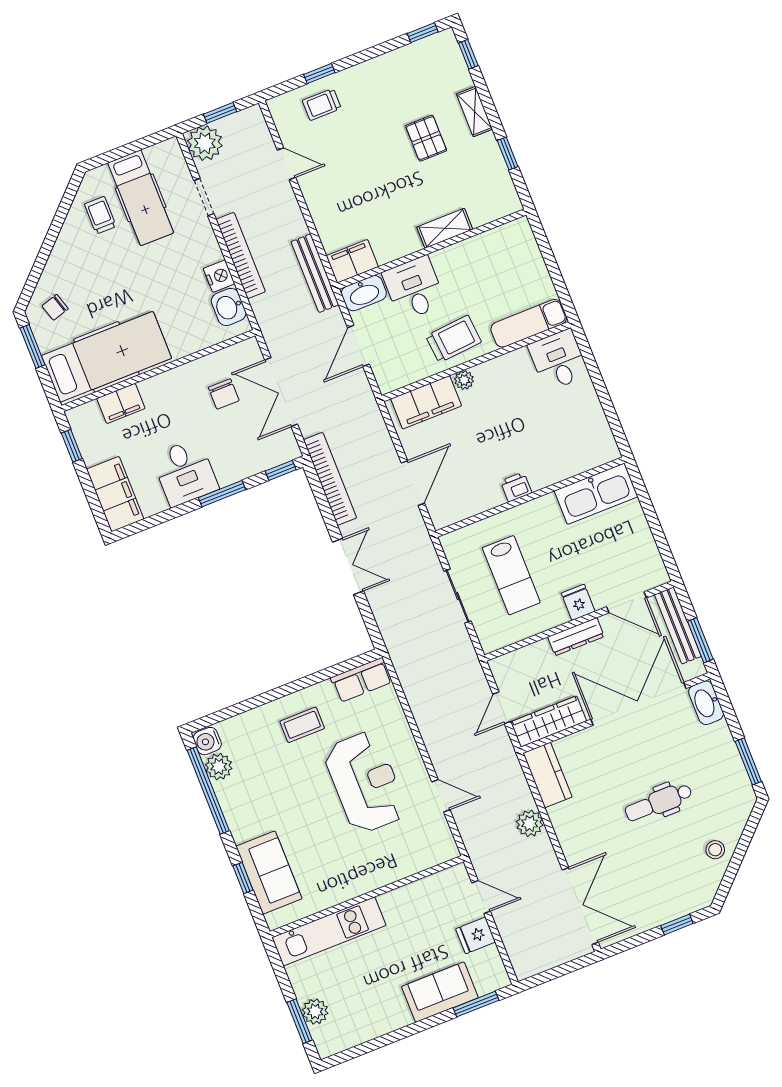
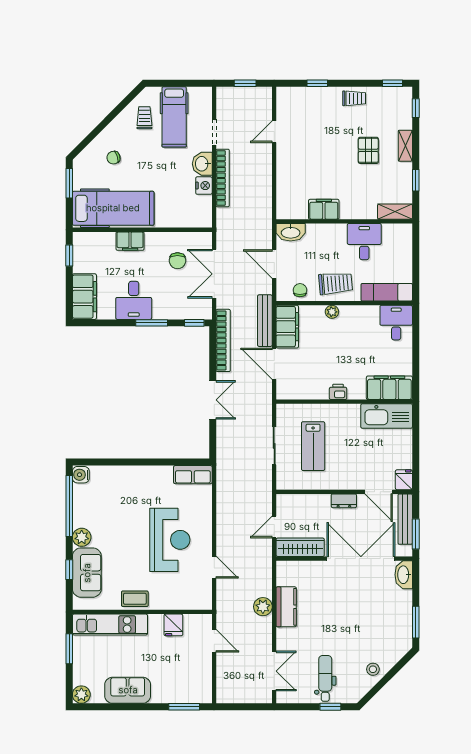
trolley: (322, 104) -> (354, 98), moved, turned 180
plant: (205, 143) -> (228, 99), removed
door: (286, 164) -> (274, 132), swing flipped
shelving: (445, 228) -> (395, 212), moved
filing cabinet: (352, 261) -> (324, 209), moved
bench: (315, 273) -> (265, 321), moved
desk: (414, 288) -> (364, 242), moved
chair: (55, 307) -> (114, 158), moved
washbasin: (229, 307) -> (202, 164), moved
door: (358, 346) -> (274, 264), hinge flipped
chair: (408, 368) -> (300, 290), added
filing cabinet: (426, 402) -> (287, 327), moved, turned -90
filing cabinet: (121, 403) -> (130, 241), moved
filing cabinet: (585, 453) -> (389, 388), added
door: (413, 483) -> (274, 364), swing flipped
fridge: (578, 602) -> (404, 480), moved
dresser: (576, 637) -> (344, 501), width x0.70
coffee table: (302, 725) -> (135, 599), moved
plant: (219, 767) -> (82, 537), moved
kitchen counter: (548, 775) -> (286, 607), moved
dental chair: (659, 802) -> (325, 678), moved, turned 90
double door: (580, 906) -> (274, 671), width x0.73
fridge: (476, 935) -> (173, 625), moved, turned -90
sofa: (440, 992) -> (128, 690), moved
plant: (315, 1011) -> (81, 695), moved
window: (300, 1021) -> (69, 649), moved

